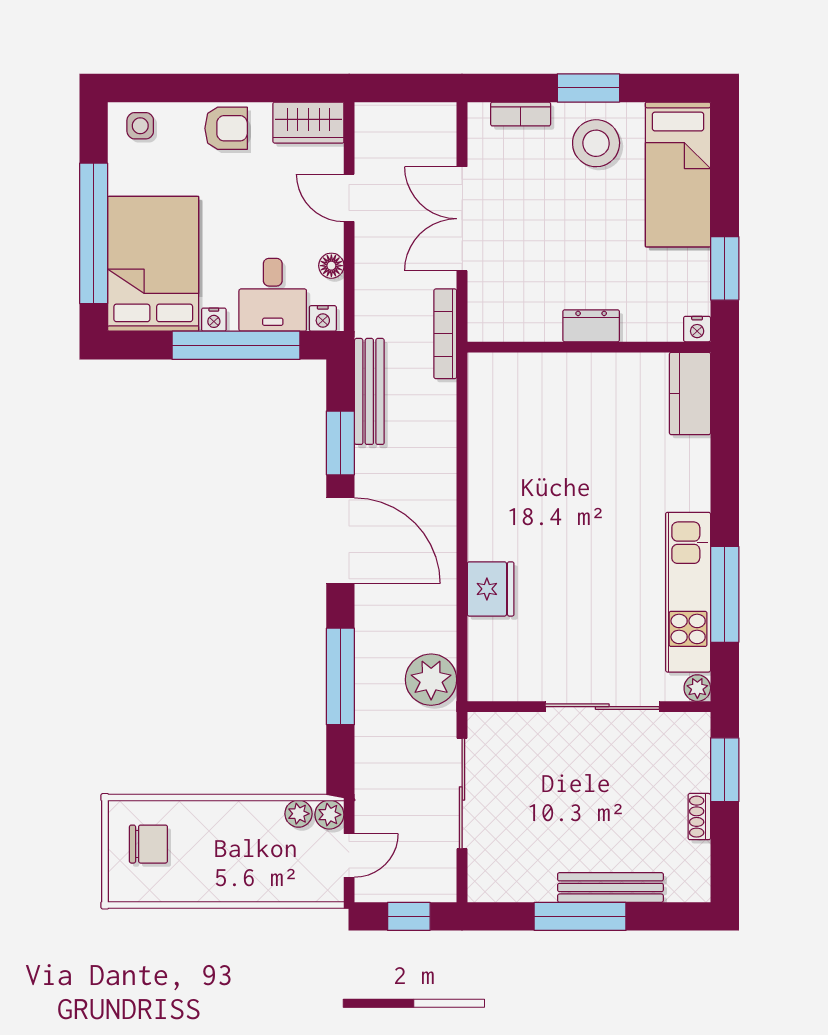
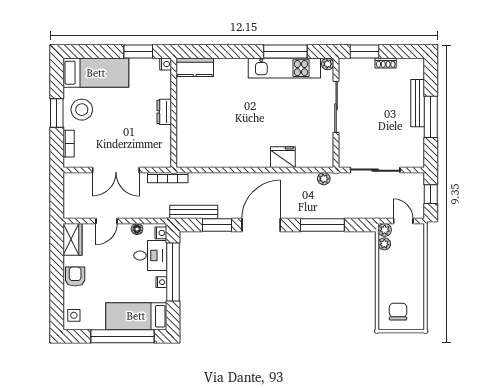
bed: (153, 264) -> (136, 316), width x0.67
plant: (431, 680) -> (324, 179), width x0.53, depth x0.53

